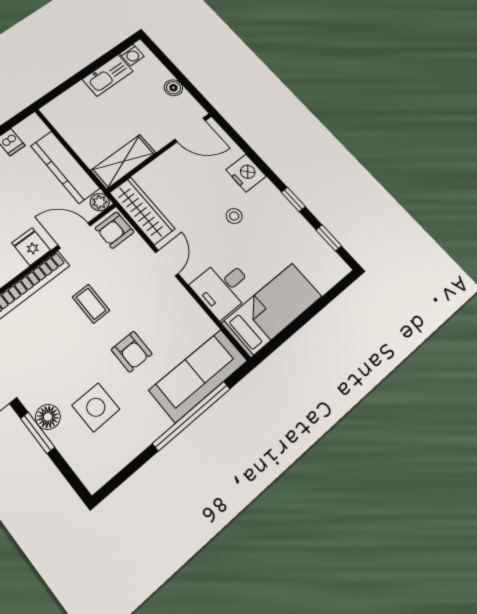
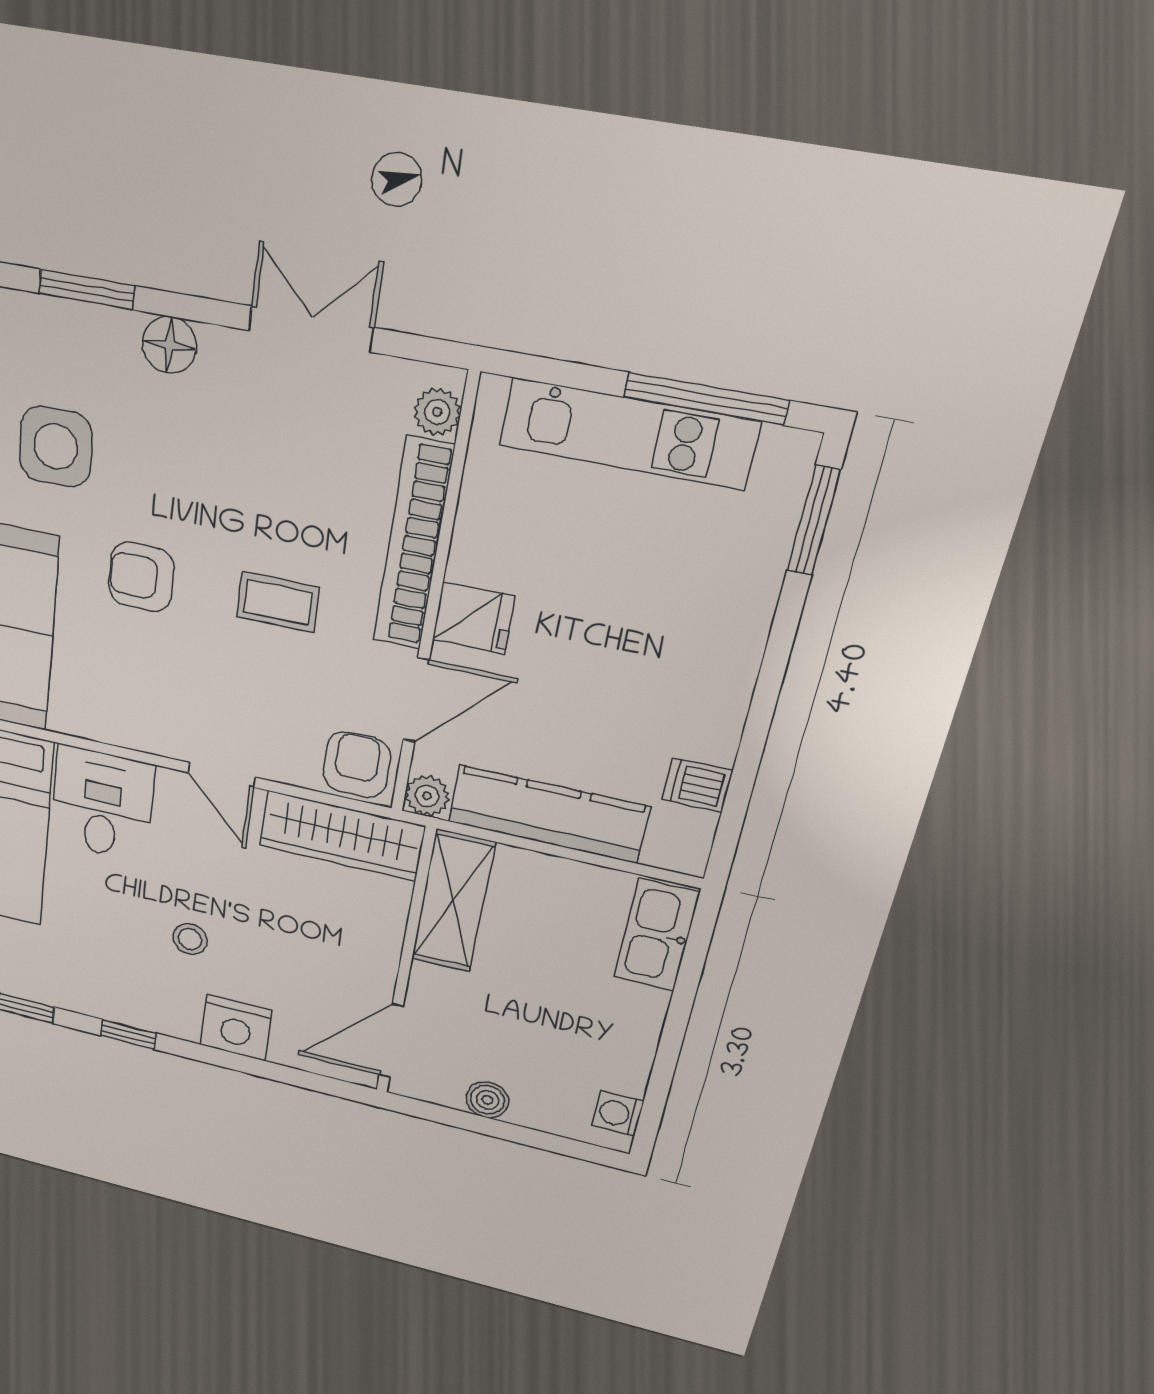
kitchen sink: (108, 75) -> (656, 935), moved
side table: (96, 407) -> (56, 447), moved
window: (38, 433) -> (87, 289), moved

